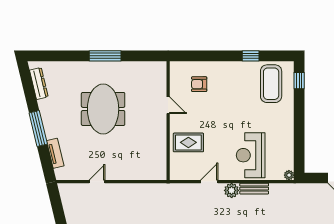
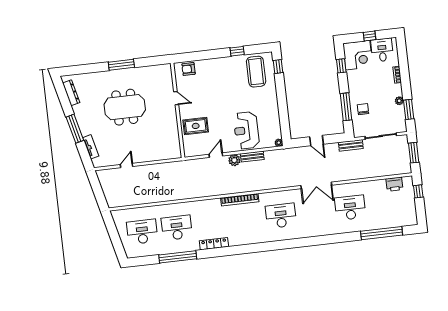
armchair: (199, 84) -> (189, 69), moved
meeting table: (103, 109) -> (125, 107), turned 90

